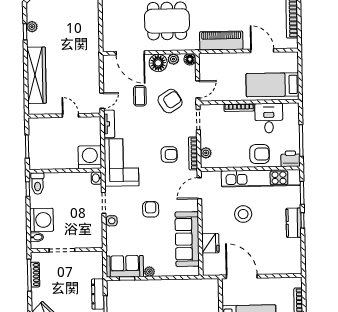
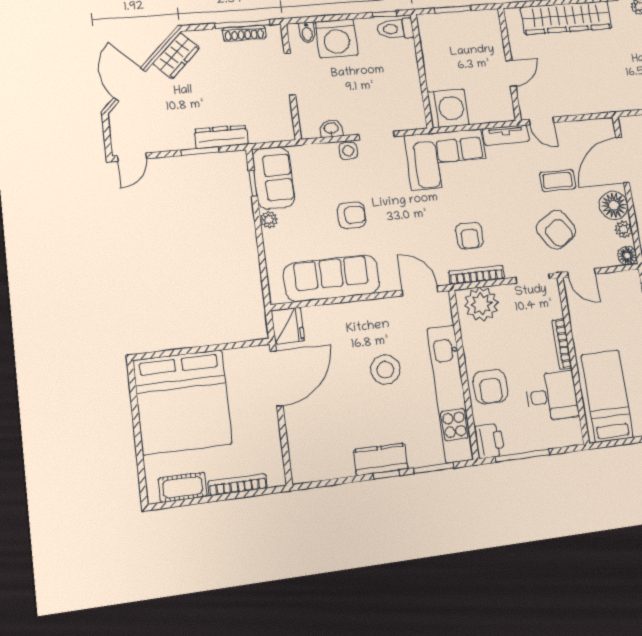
plant: (206, 153) -> (481, 304), width x1.87, depth x1.87
washbasin: (96, 178) -> (331, 129), moved
armchair: (151, 209) -> (352, 215), moved
fridge: (210, 243) -> (288, 326), moved, turned -90

